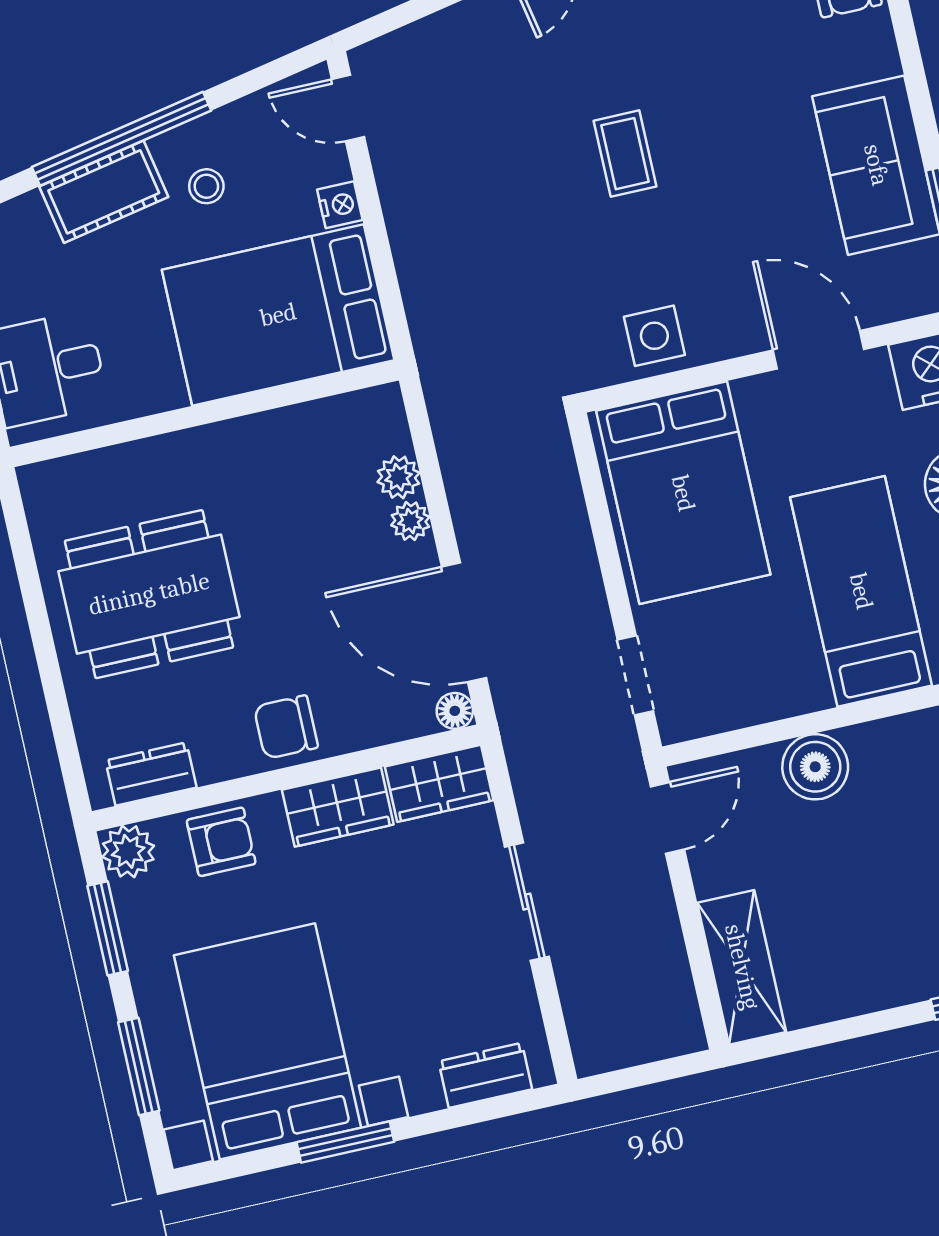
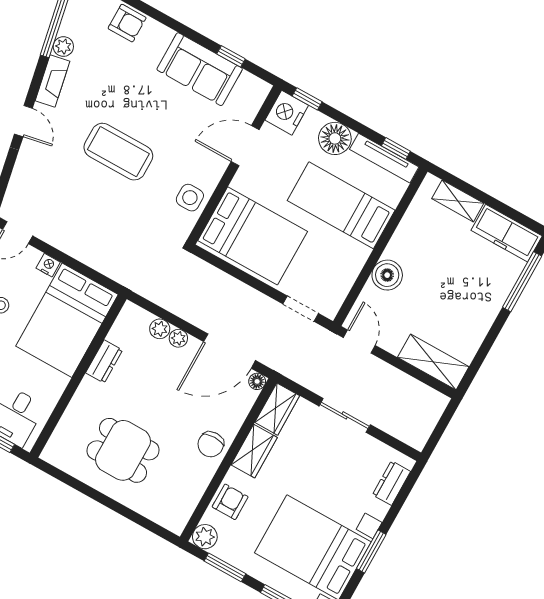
coffee table: (625, 154) -> (118, 152), width x1.86, depth x1.72
dining table: (149, 594) -> (123, 450), width x0.73
dresser: (151, 774) -> (104, 361), moved, turned 180

